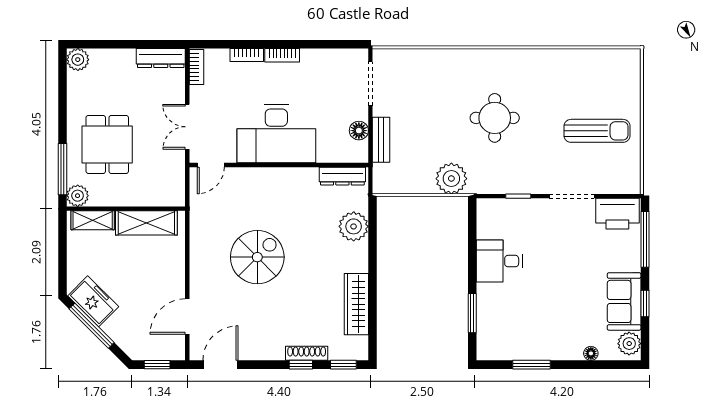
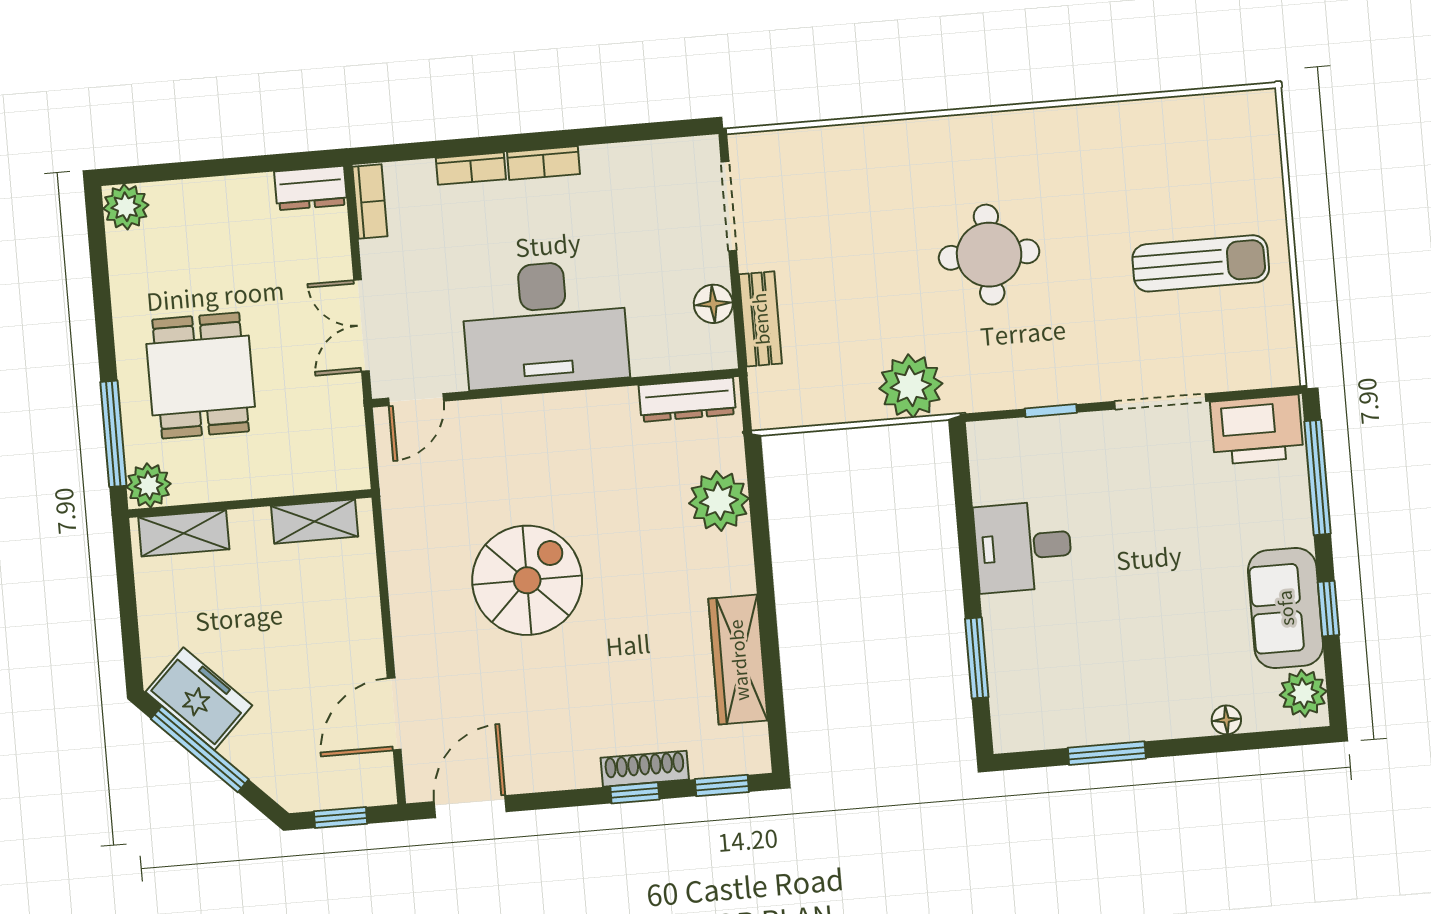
dresser: (161, 58) -> (311, 188), width x0.70
shelving: (146, 223) -> (315, 521), width x0.67, depth x0.75

